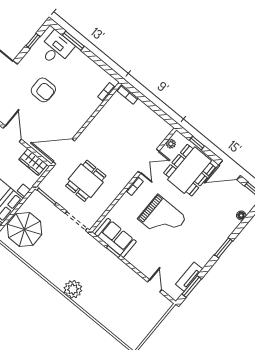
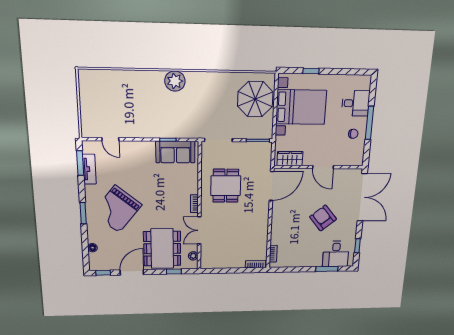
armchair: (43, 90) -> (323, 218), turned 51
dining table: (86, 181) -> (226, 186), moved
grand piano: (162, 218) -> (117, 209), moved, turned -51

